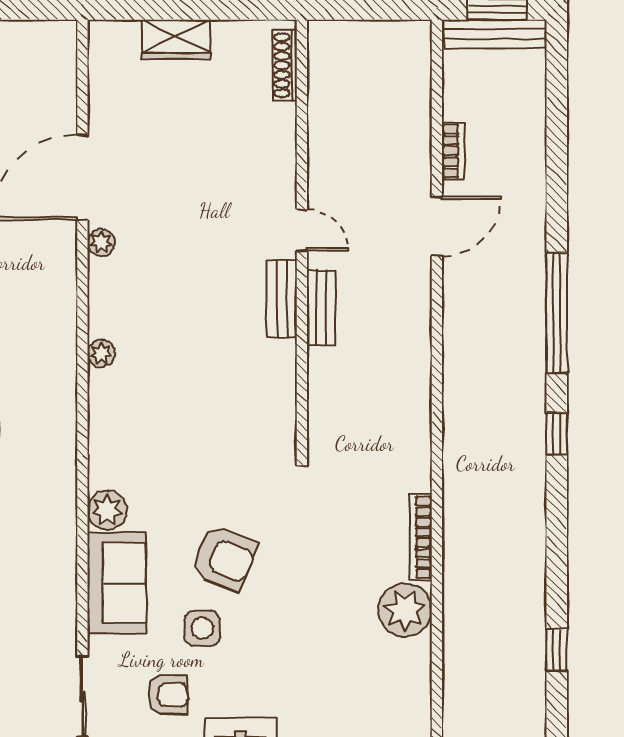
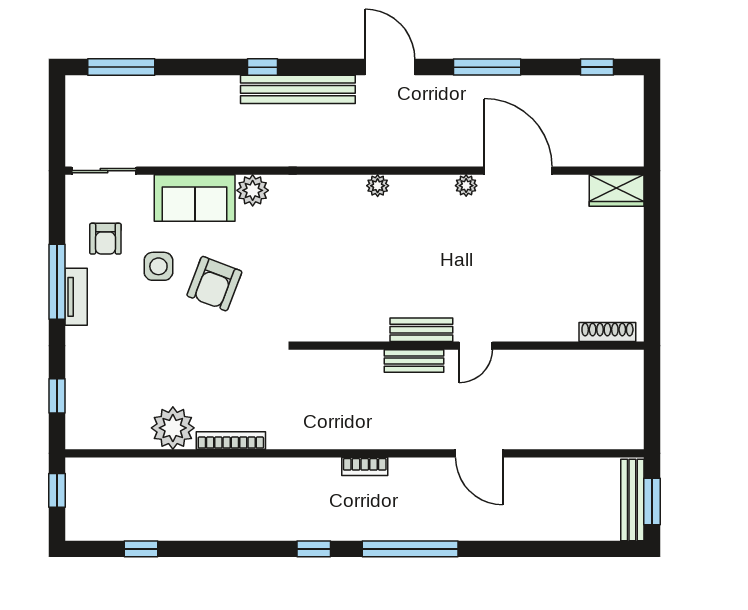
wardrobe: (176, 39) -> (617, 191), moved, turned -90
bookcase: (453, 151) -> (365, 467), moved

